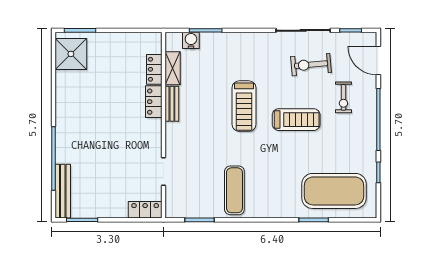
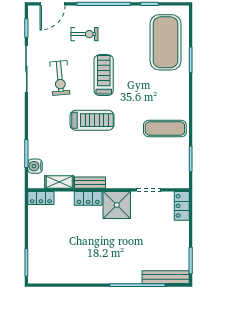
shower: (71, 54) -> (117, 205), moved
exercise bike: (311, 65) -> (60, 78), moved
locker: (154, 69) -> (41, 198), moved

